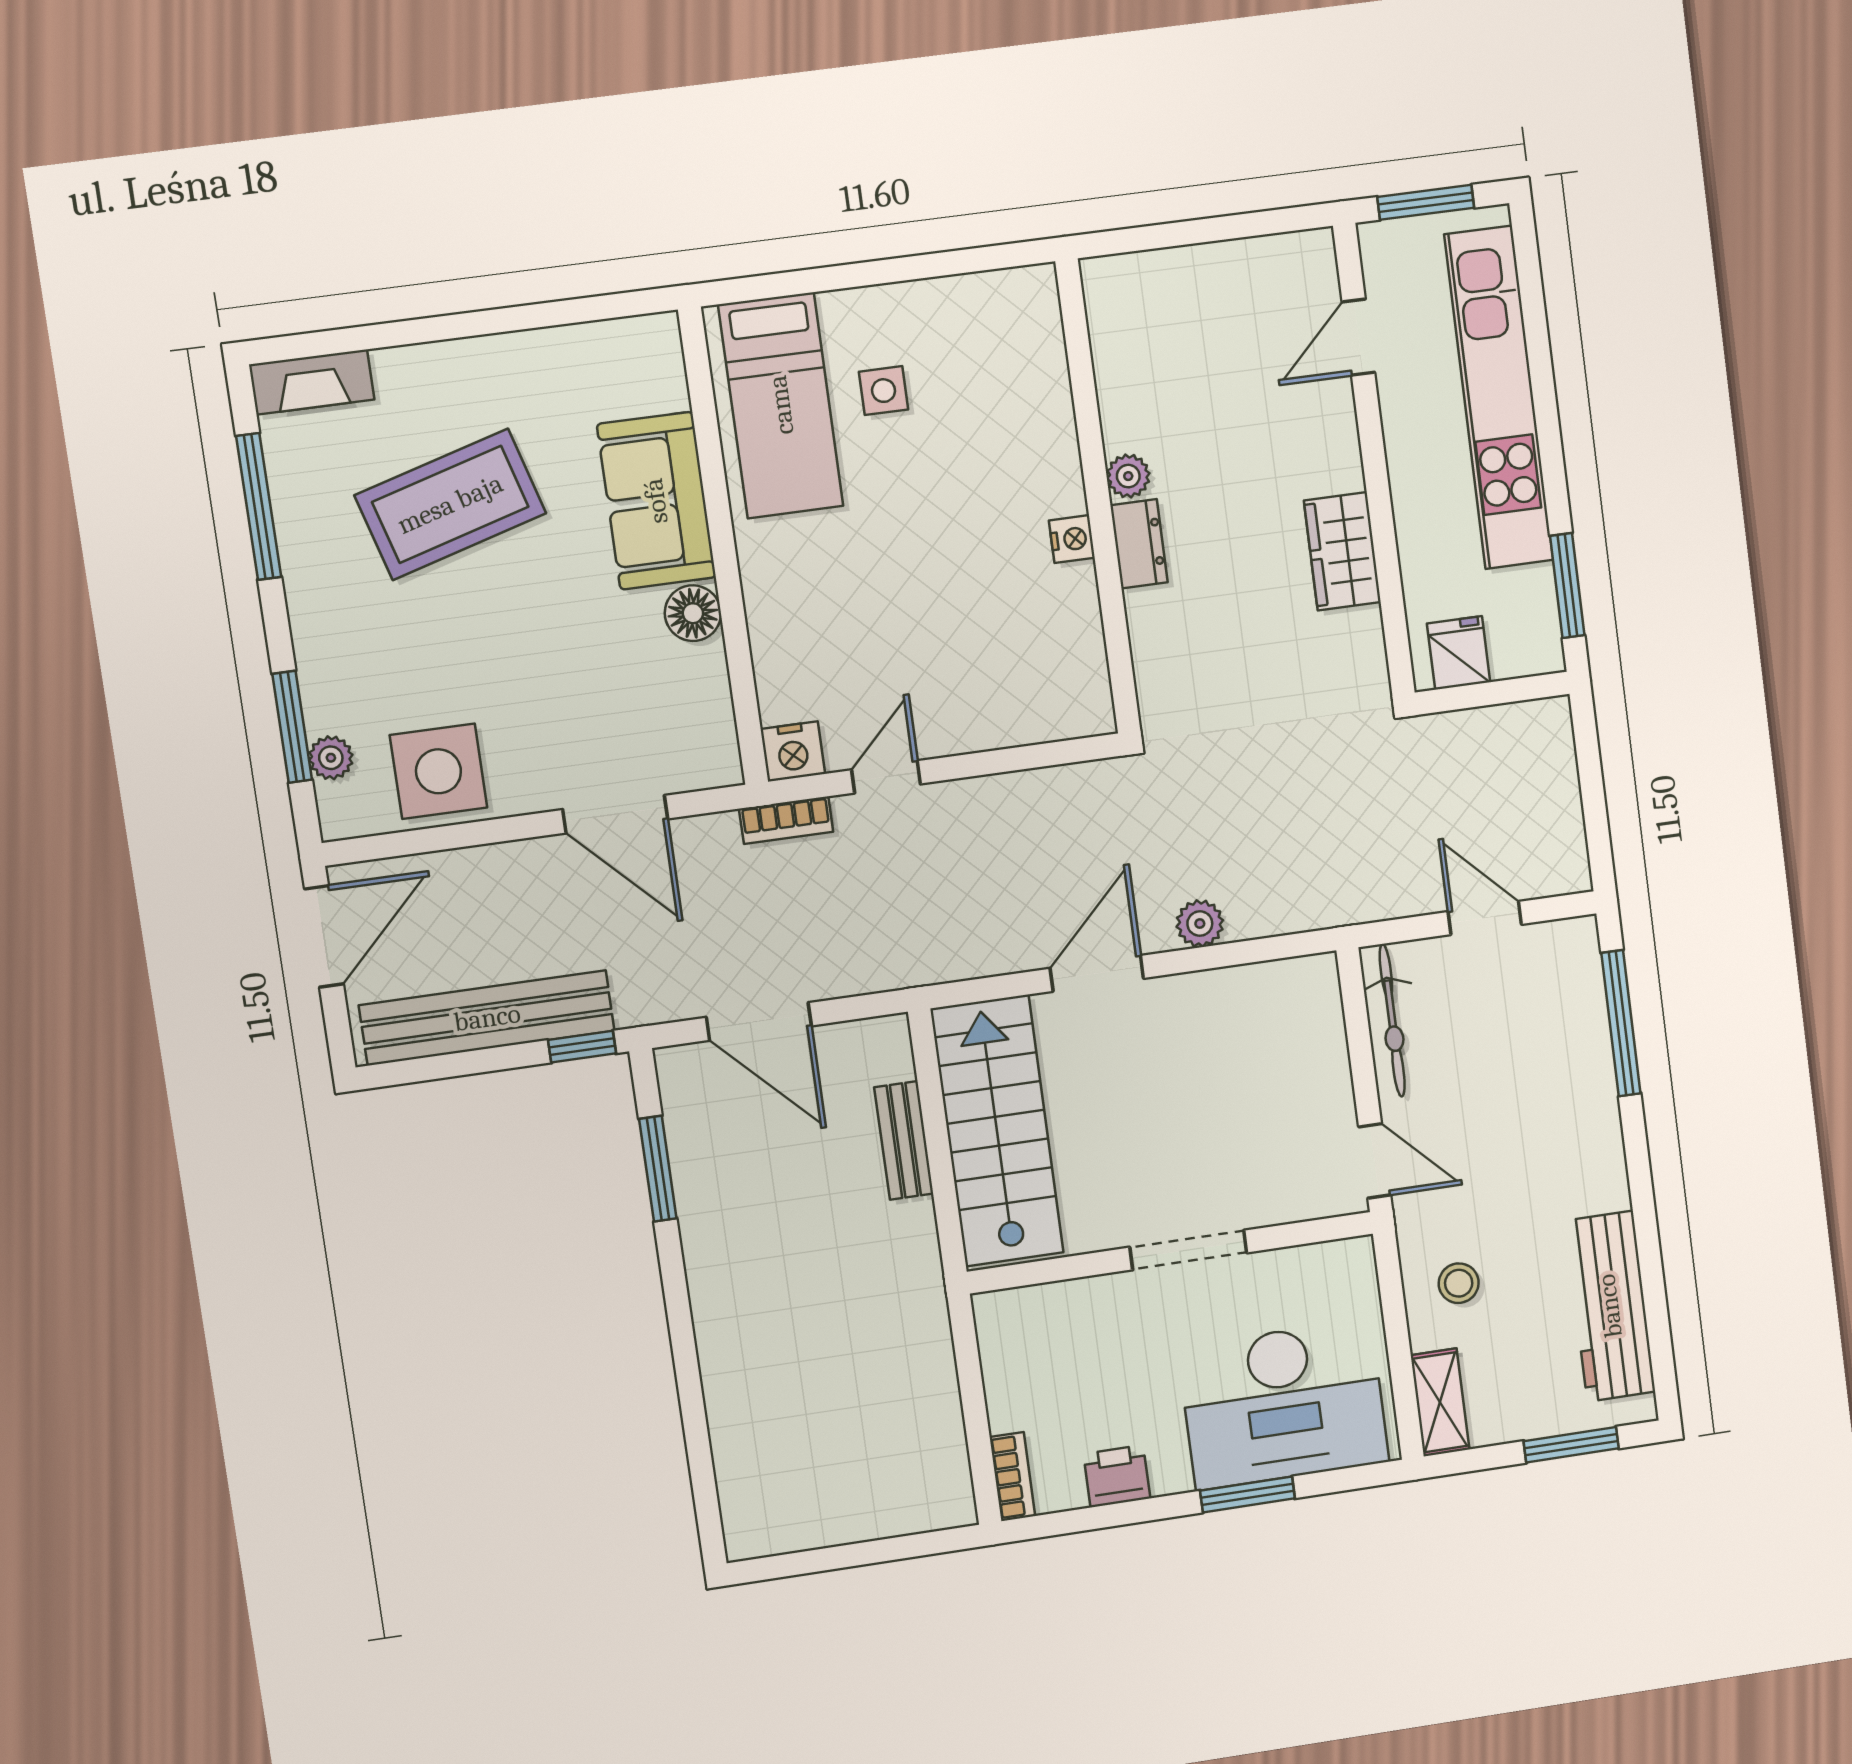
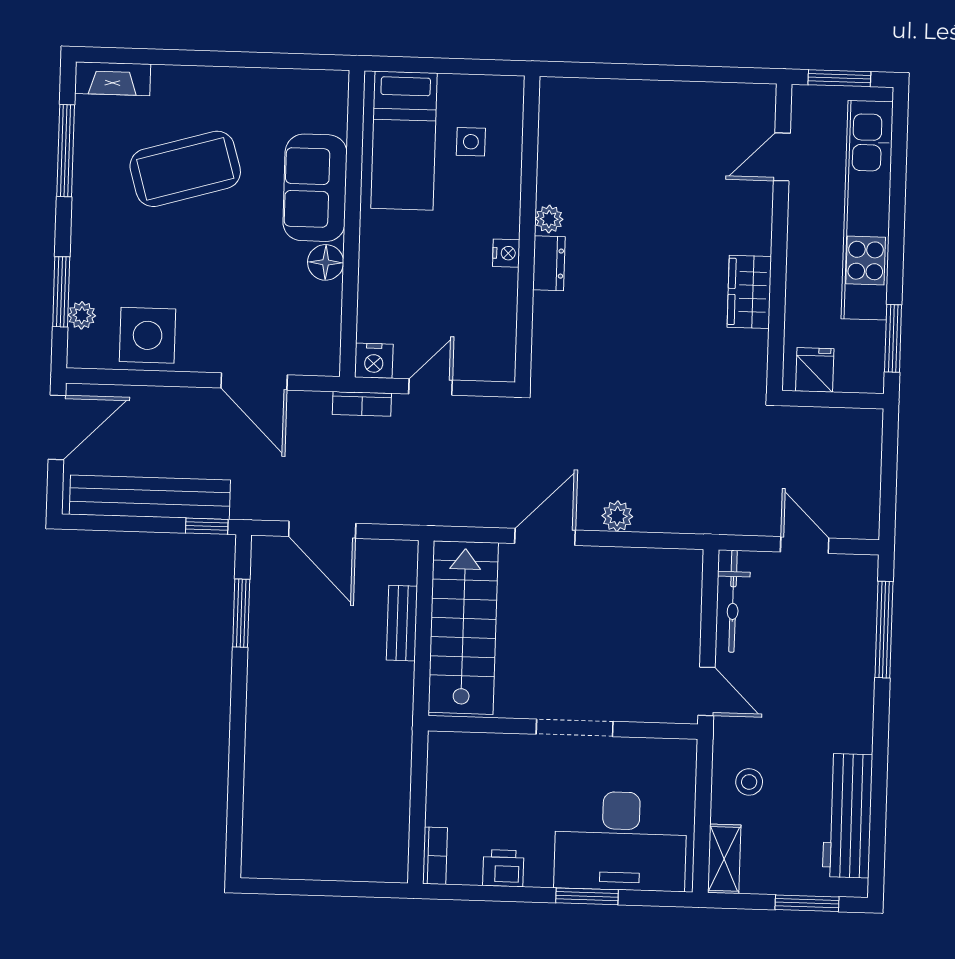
plant: (1128, 476) -> (549, 219), moved
wall: (1098, 497) -> (527, 229), moved
nightstand: (1072, 539) -> (506, 253), moved
dresser: (1139, 544) -> (549, 263), moved

